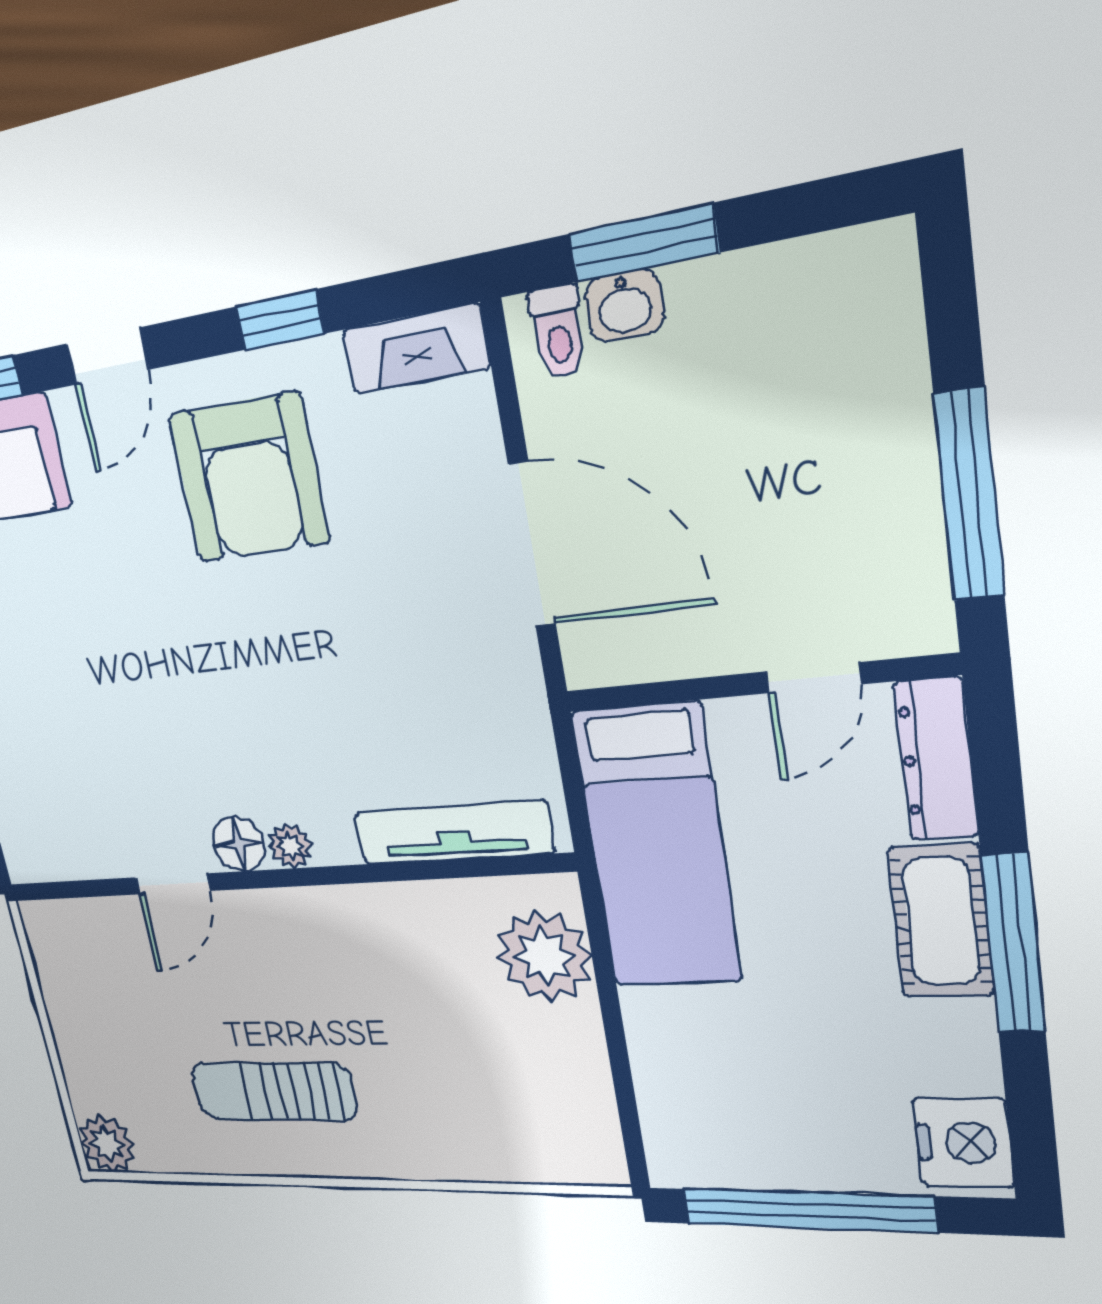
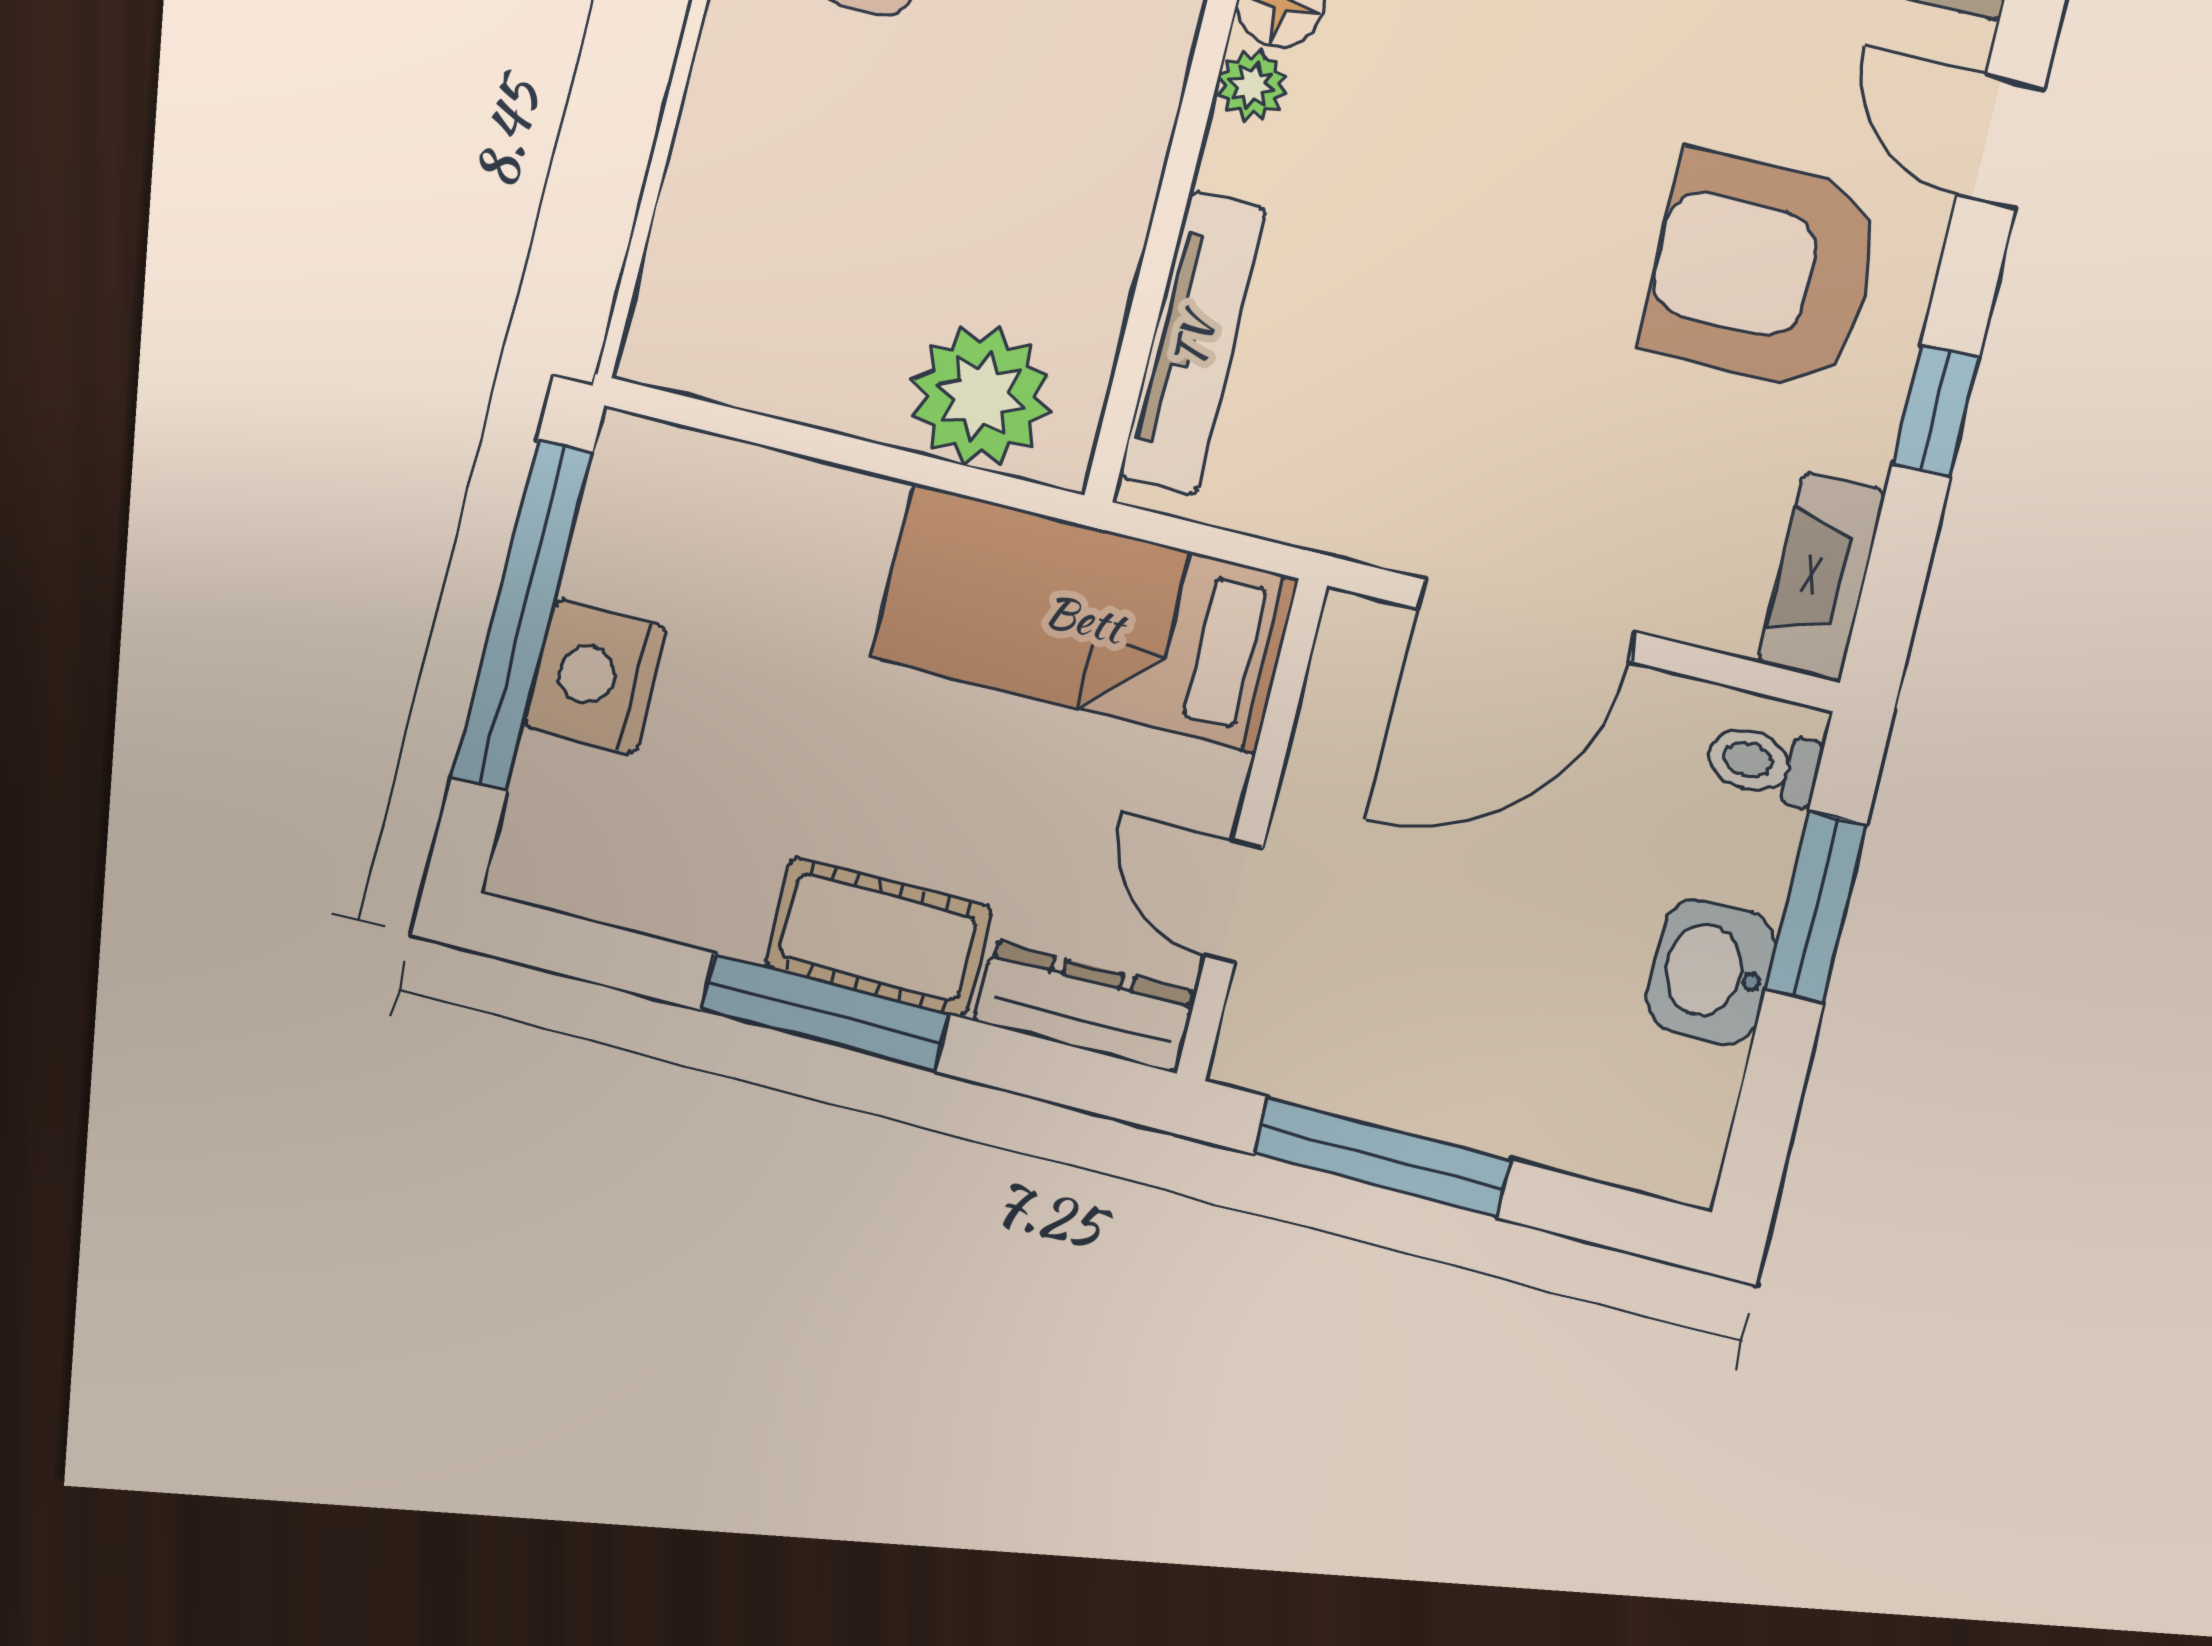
washbasin: (624, 306) -> (1711, 972), moved, width x1.38, depth x1.45
nightstand: (963, 1143) -> (595, 677), moved, turned 90

